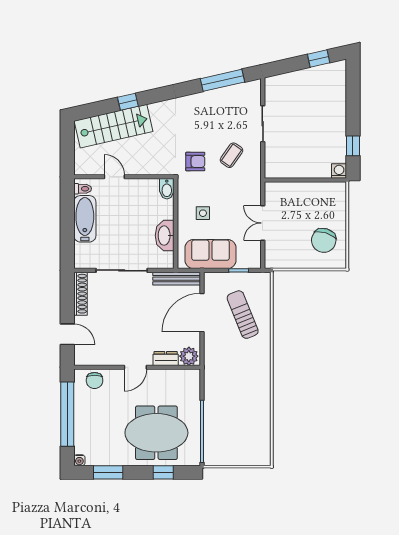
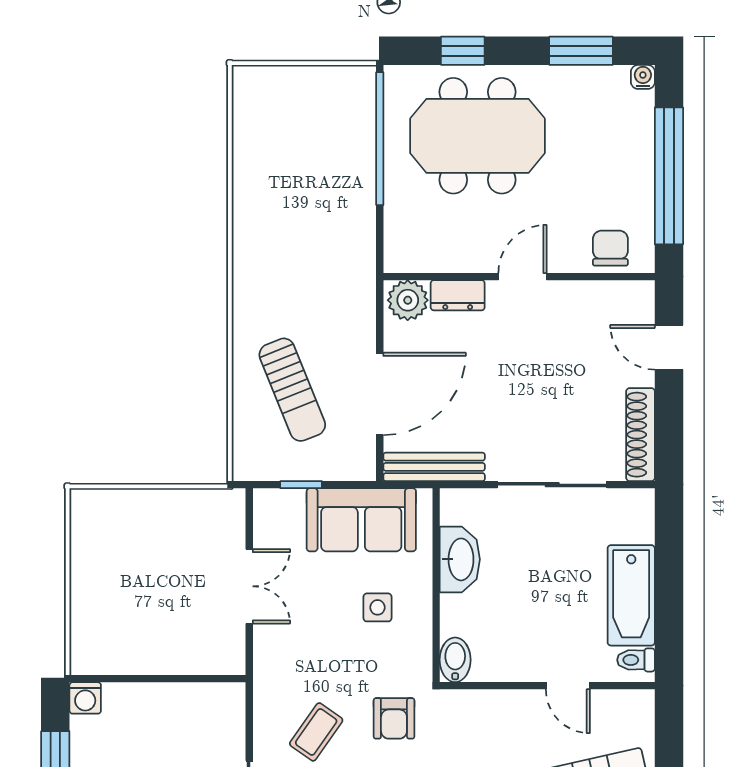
armchair: (195, 162) -> (394, 718), turned -90
chair: (324, 240) -> (118, 549), removed

